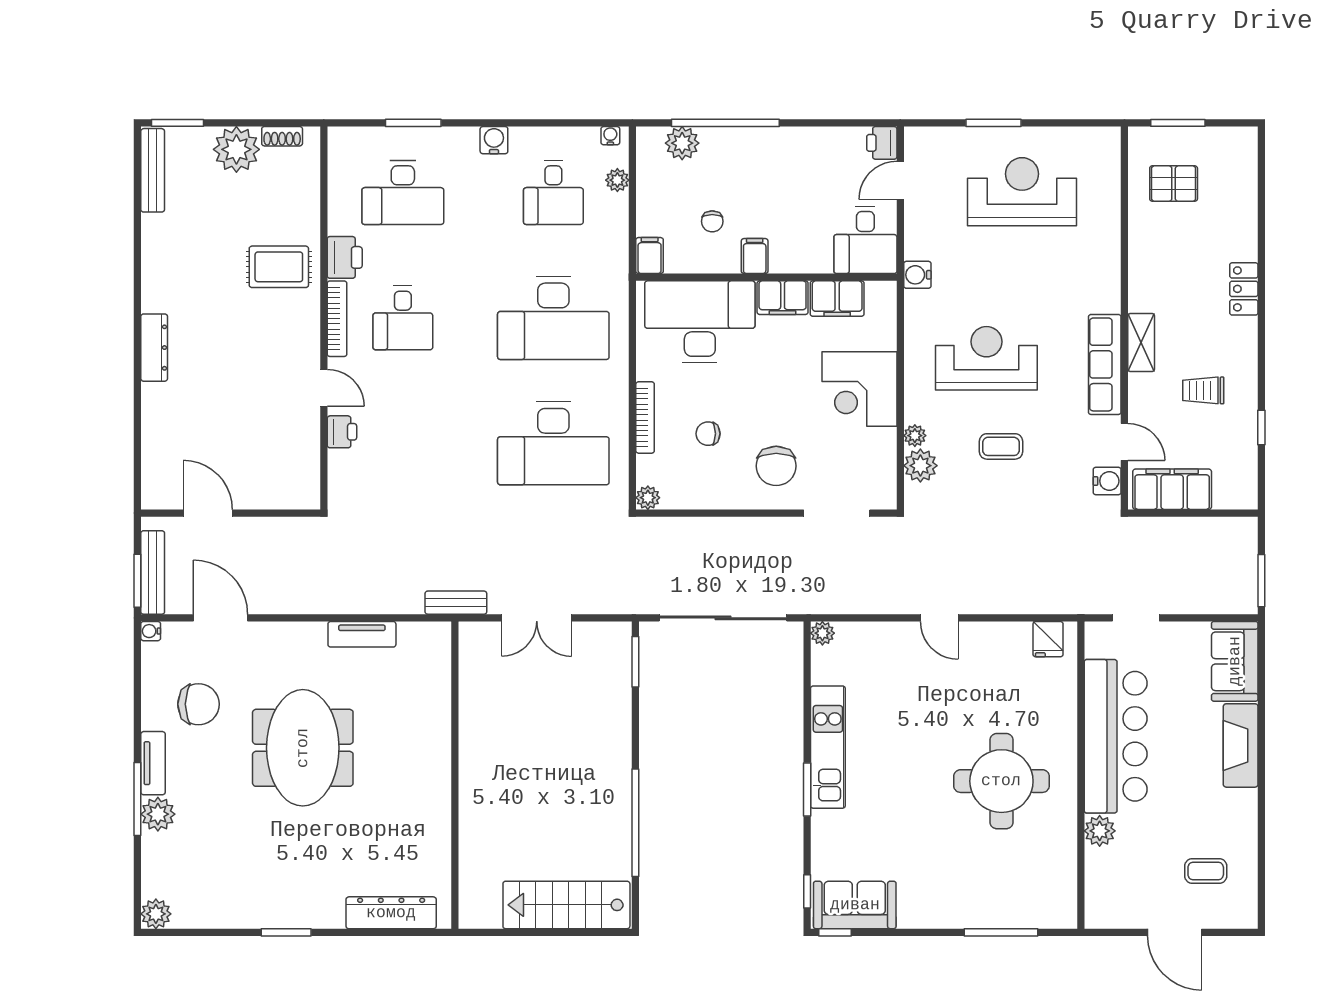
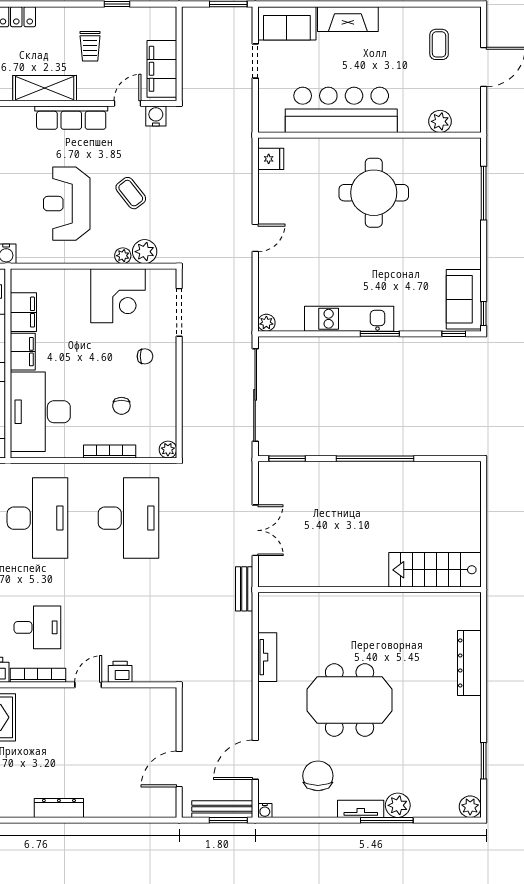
shelving: (1141, 342) -> (45, 88), width x1.50, depth x1.33
corner desk: (859, 389) -> (118, 296), moved
coffee table: (1001, 446) -> (131, 193), turned -38
chair: (776, 466) -> (145, 356), width x0.54, depth x0.54
doorway: (1136, 618) -> (255, 61), moved
window: (635, 823) -> (375, 459), moved
plant: (1100, 831) -> (440, 121), moved
stairs: (566, 905) -> (435, 570), moved, turned 90
dresser: (391, 913) -> (469, 663), moved
window: (286, 932) -> (484, 761), moved

